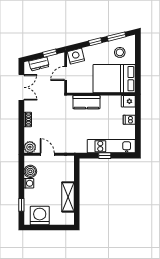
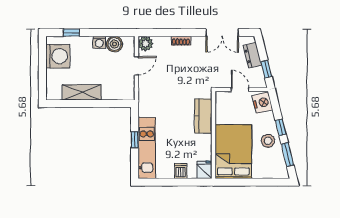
stool: (120, 52) -> (268, 141), moved

